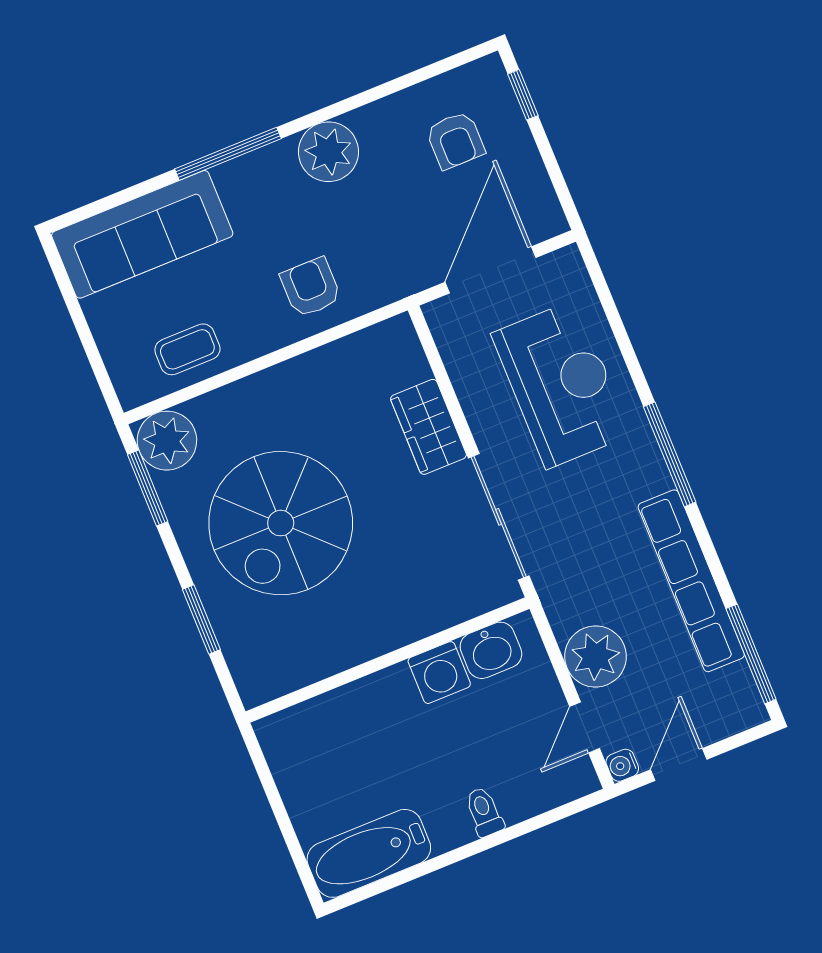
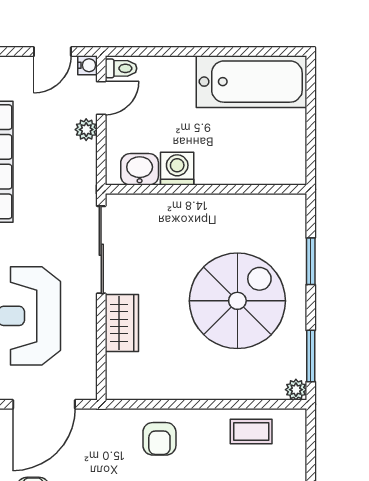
plant: (167, 441) -> (296, 390), width x0.53, depth x0.53
plant: (596, 656) -> (86, 130), width x0.53, depth x0.53
toilet: (484, 812) -> (121, 68), moved, turned -90
bathtub: (369, 853) -> (251, 82), width x1.36, depth x1.36

